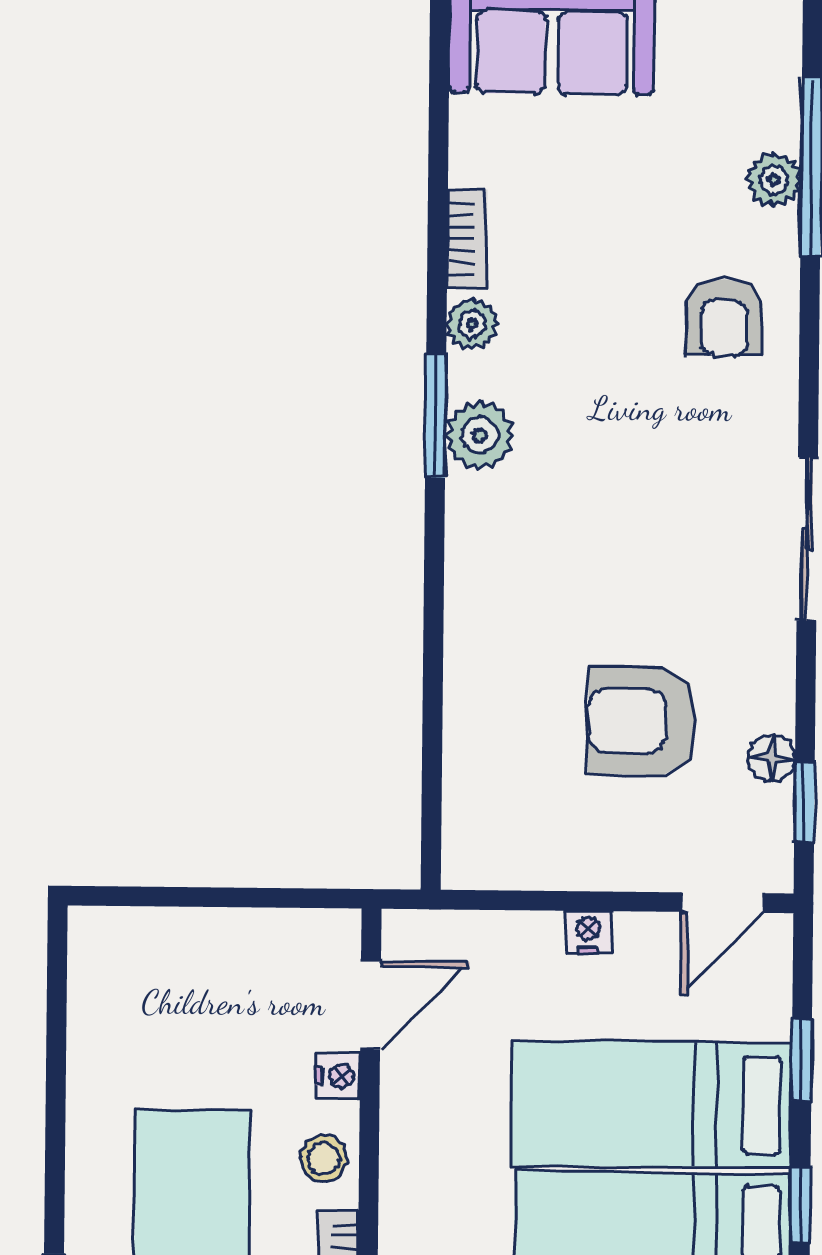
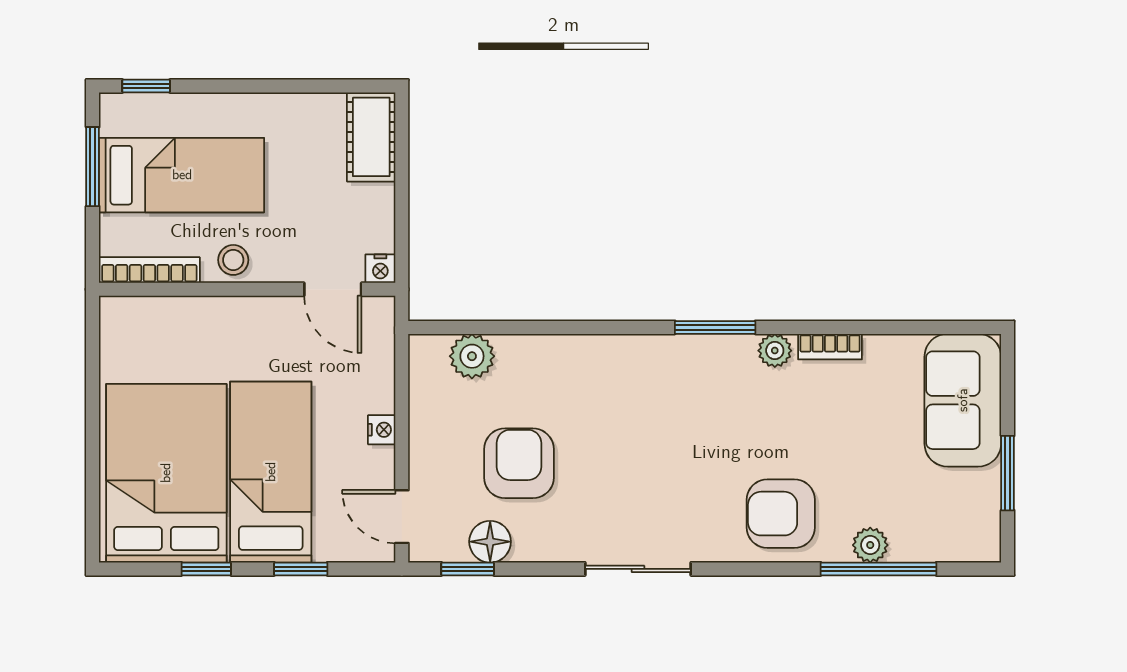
armchair: (724, 317) -> (781, 514), width x1.38, depth x1.38
plant: (480, 435) -> (472, 356), moved
floor lamp: (772, 758) -> (490, 542), width x1.37, depth x1.37
cot: (136, 944) -> (371, 137), added
nightstand: (338, 1076) -> (380, 269), moved

